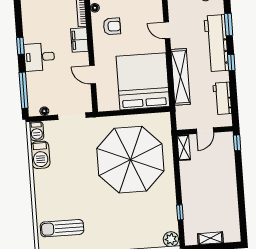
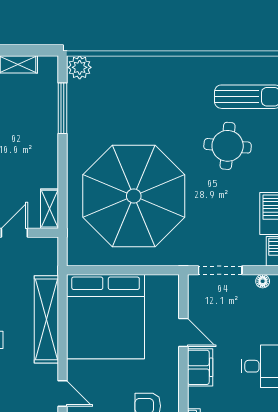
filing cabinet: (79, 40) -> (200, 367), moved
round table: (73, 196) -> (228, 146), added
window: (180, 212) -> (63, 108), width x2.17

